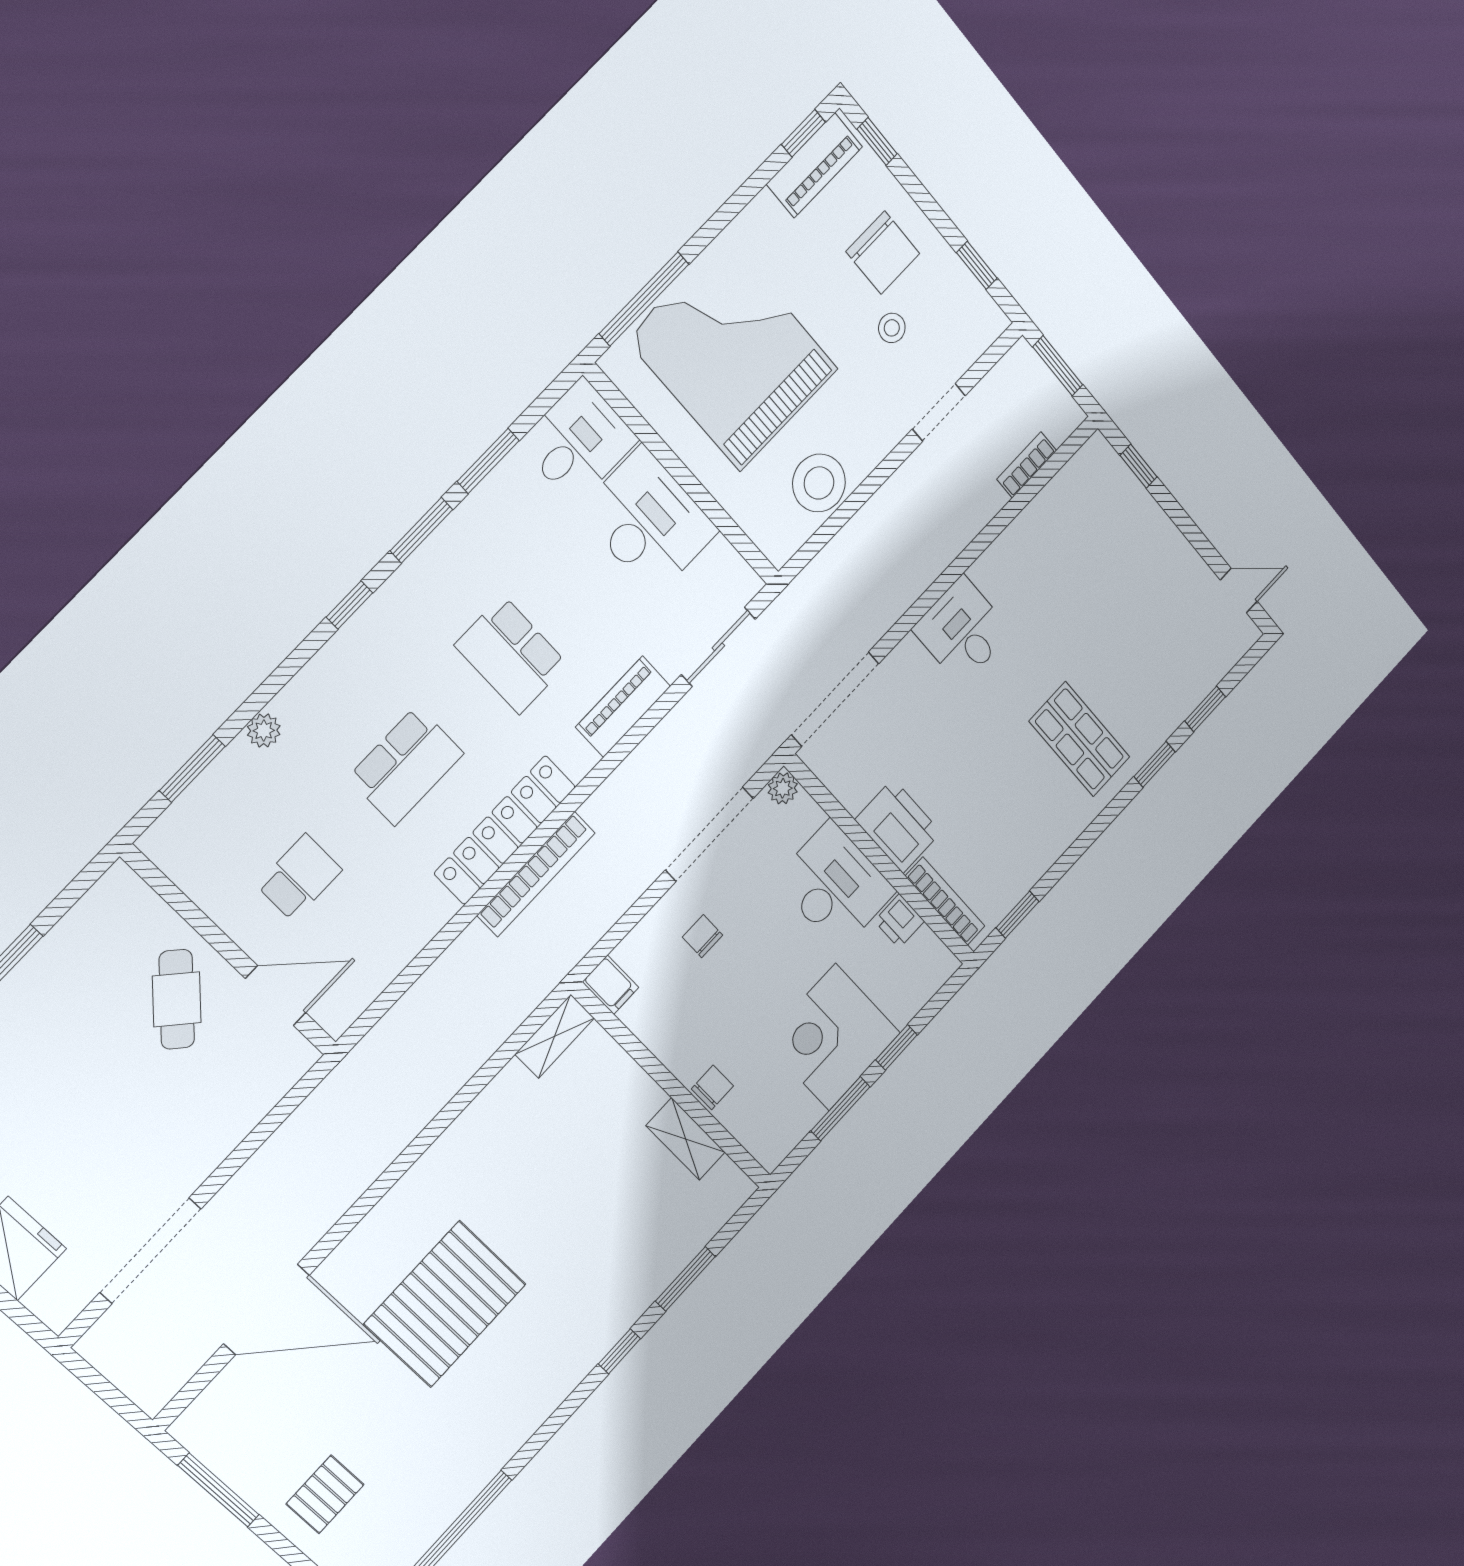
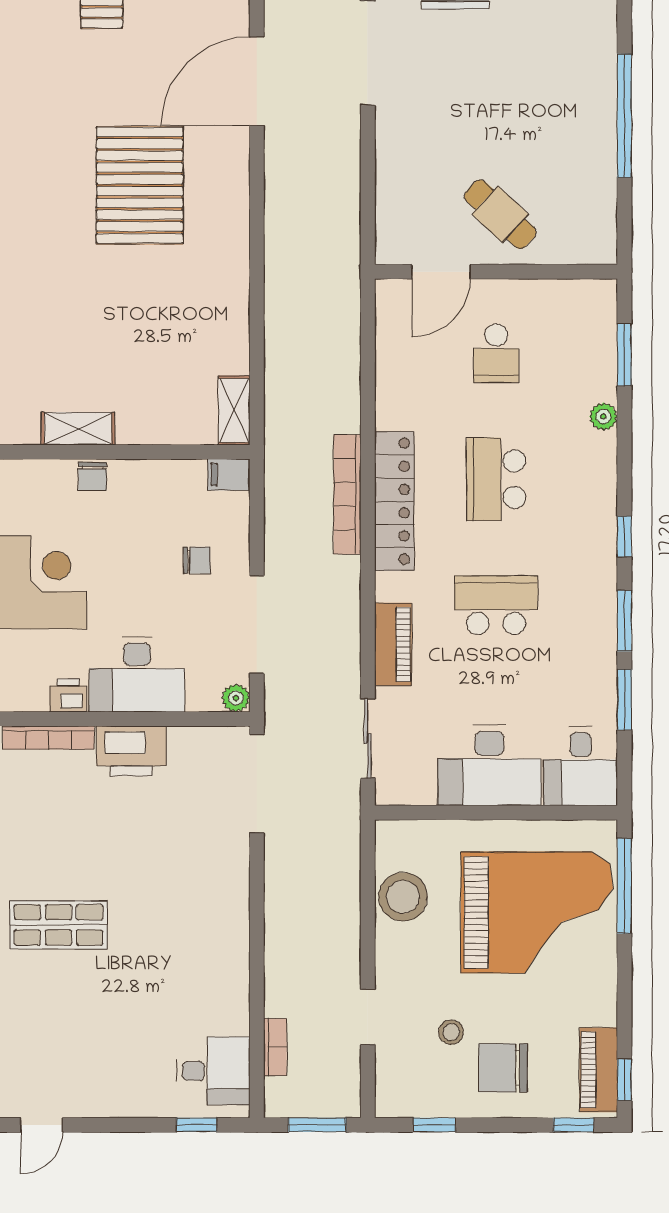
desk: (962, 631) -> (213, 1071), moved

